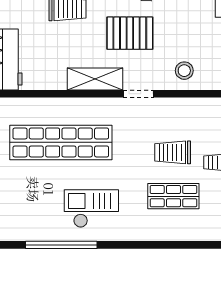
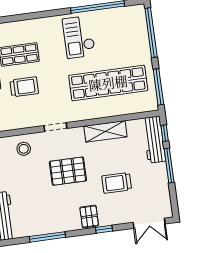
shelving: (95, 79) -> (105, 131), moved
checkout: (91, 209) -> (79, 37), turned 90

